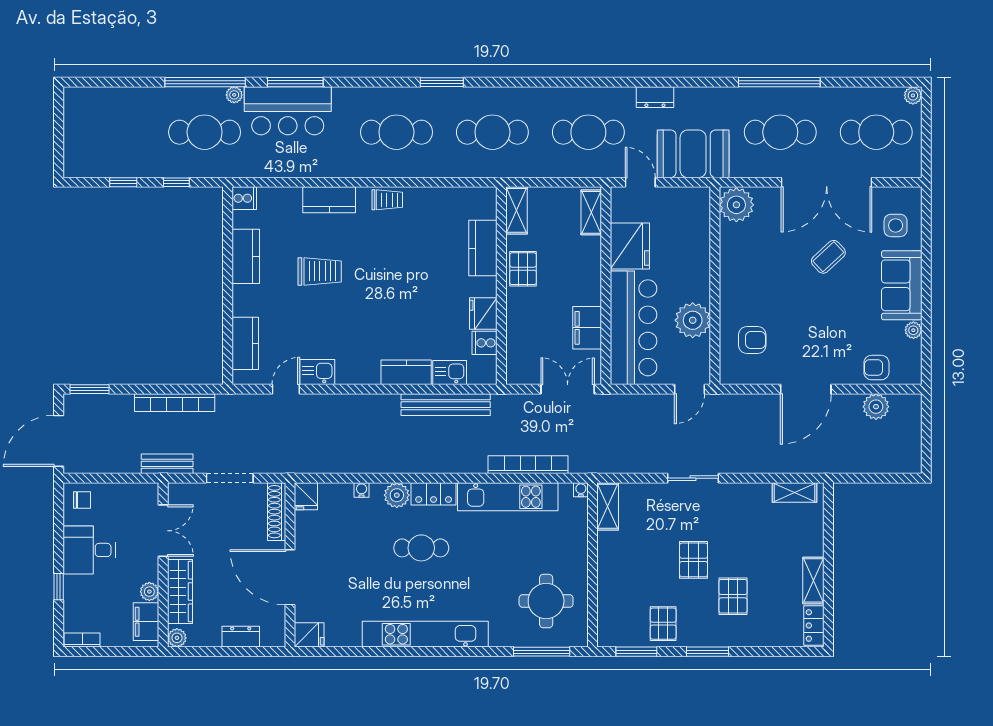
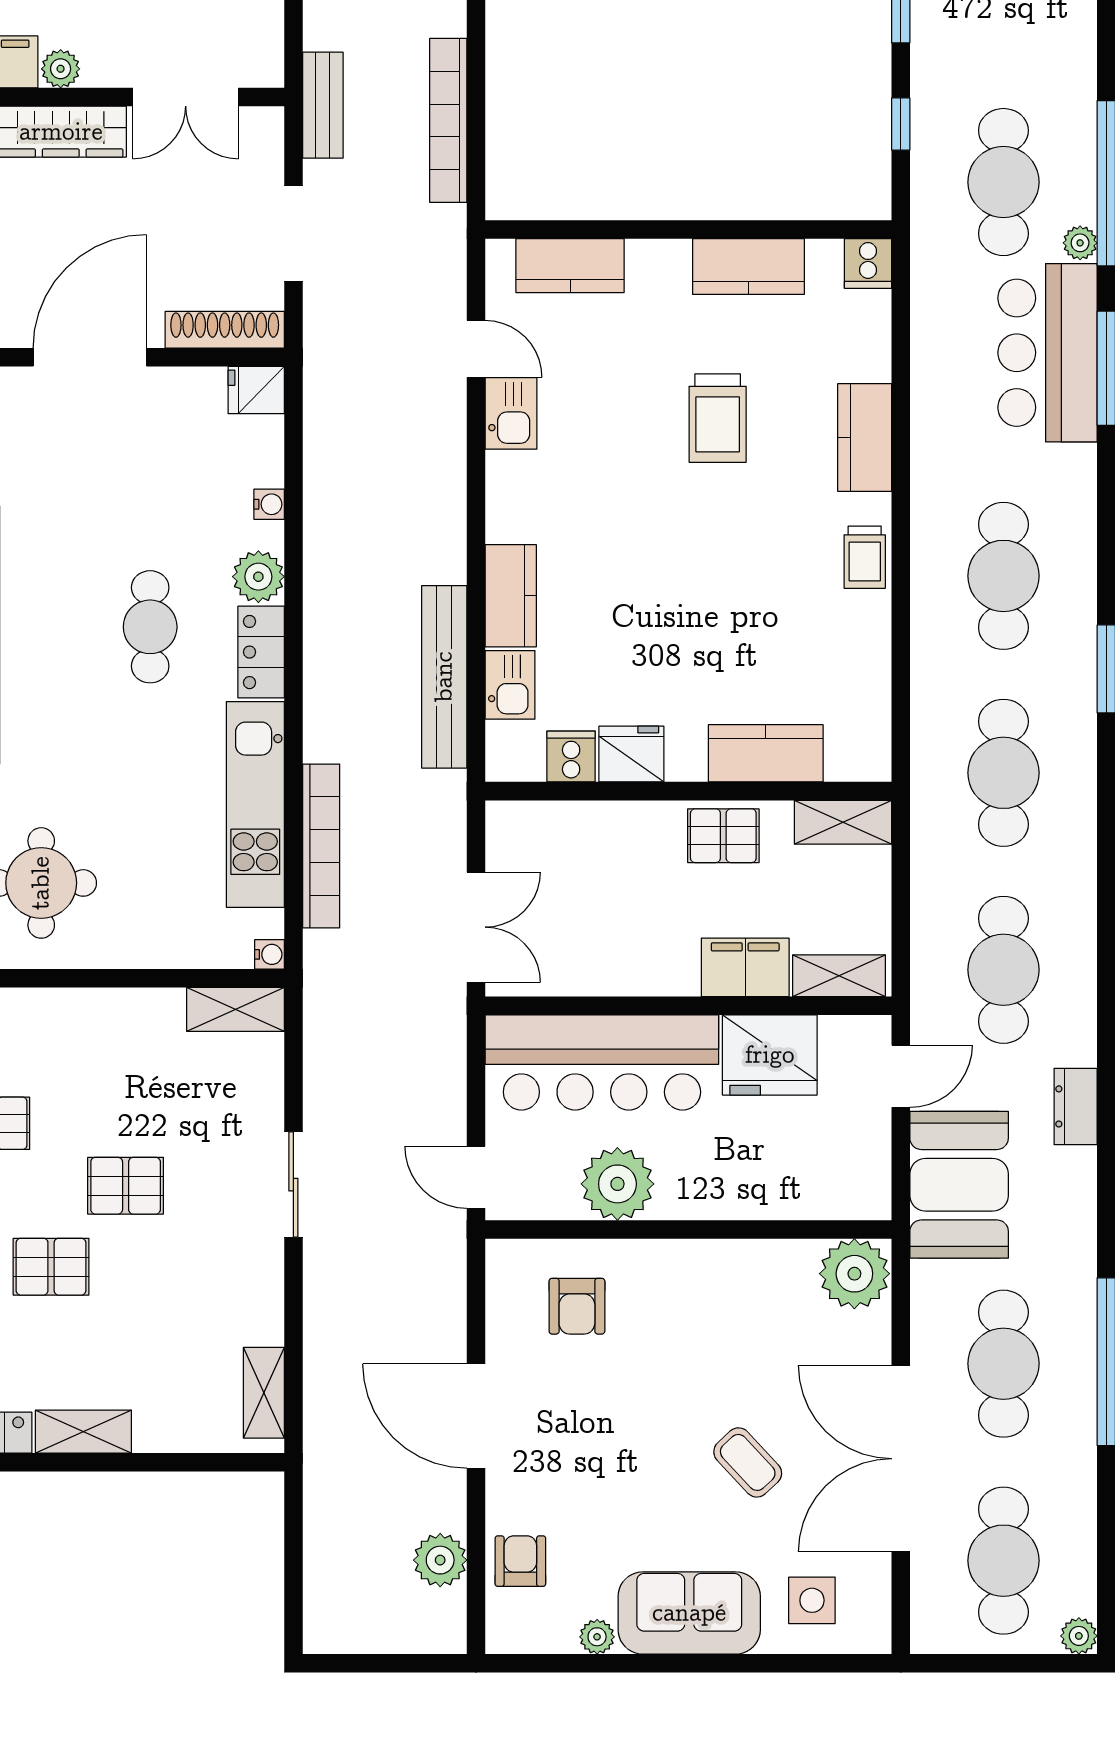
filing cabinet: (587, 328) -> (745, 967), moved

